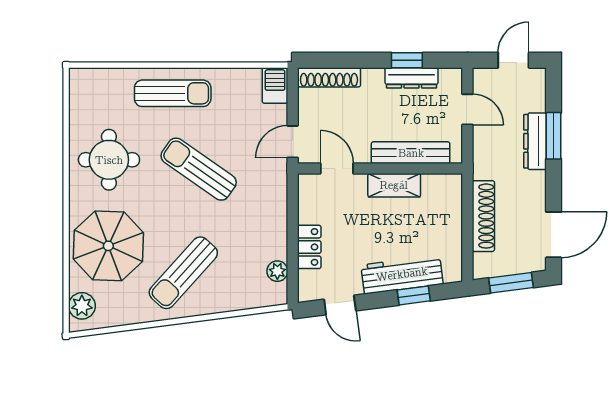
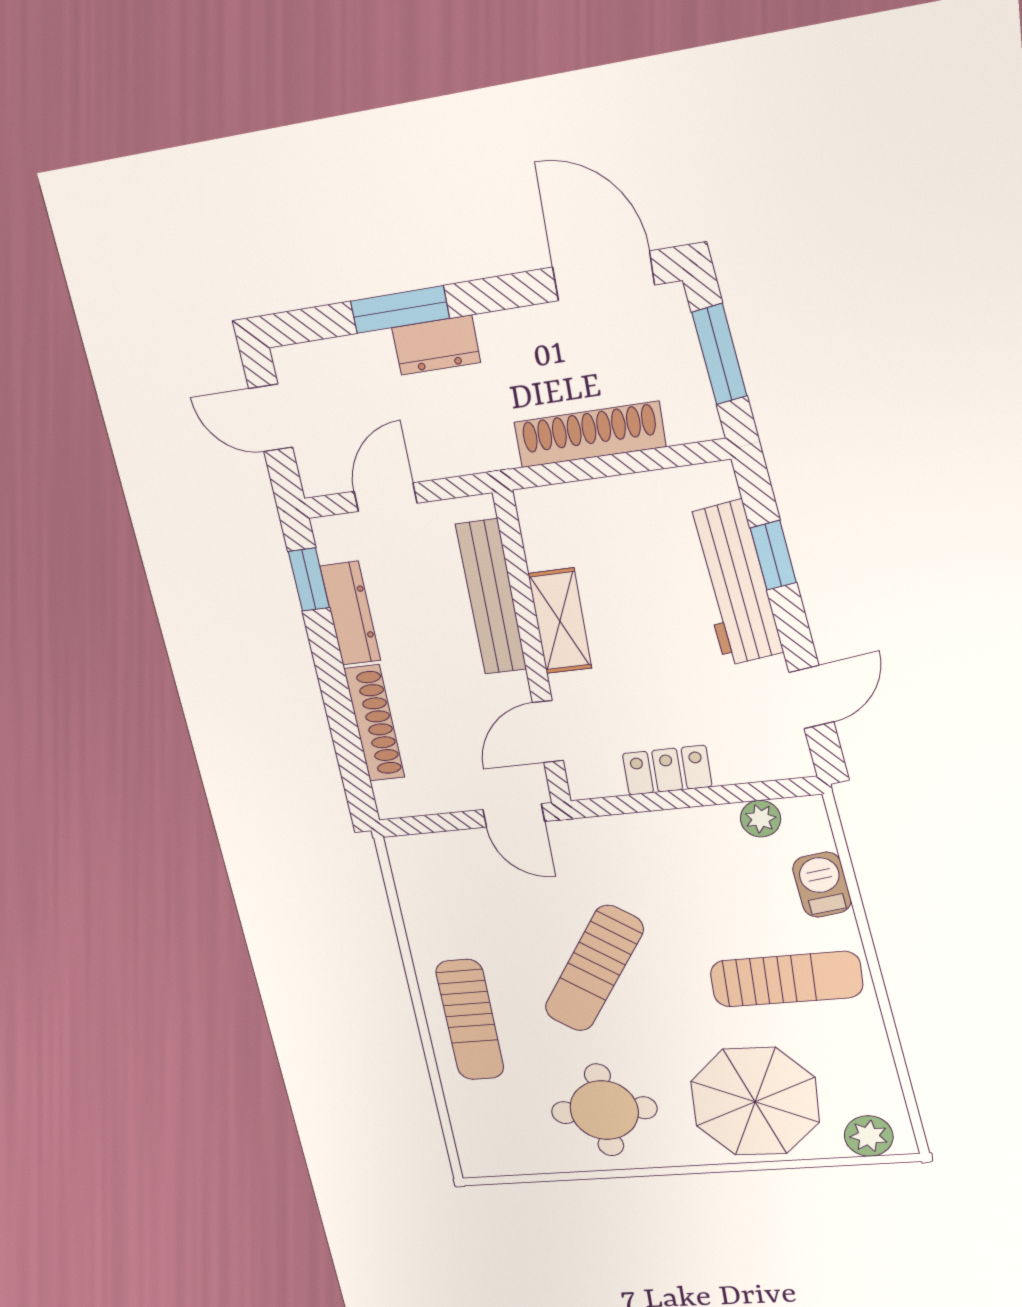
window: (407, 60) -> (309, 580), moved
shoe rack: (329, 77) -> (374, 723), moved
barbecue: (275, 85) -> (822, 885), moved, turned 83
sun lounger: (173, 93) -> (470, 1020), turned 180
dresser: (535, 141) -> (436, 345), width x0.70
locker: (309, 247) -> (667, 770), moved
sun lounger: (183, 273) -> (786, 979), turned -42

